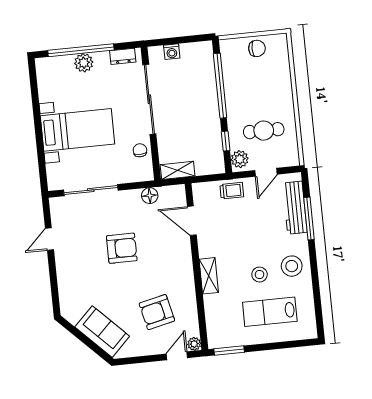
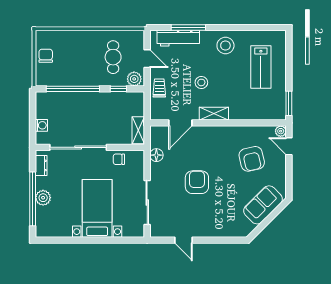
stool: (260, 275) -> (201, 82), moved
shelving: (209, 276) -> (214, 114), moved

